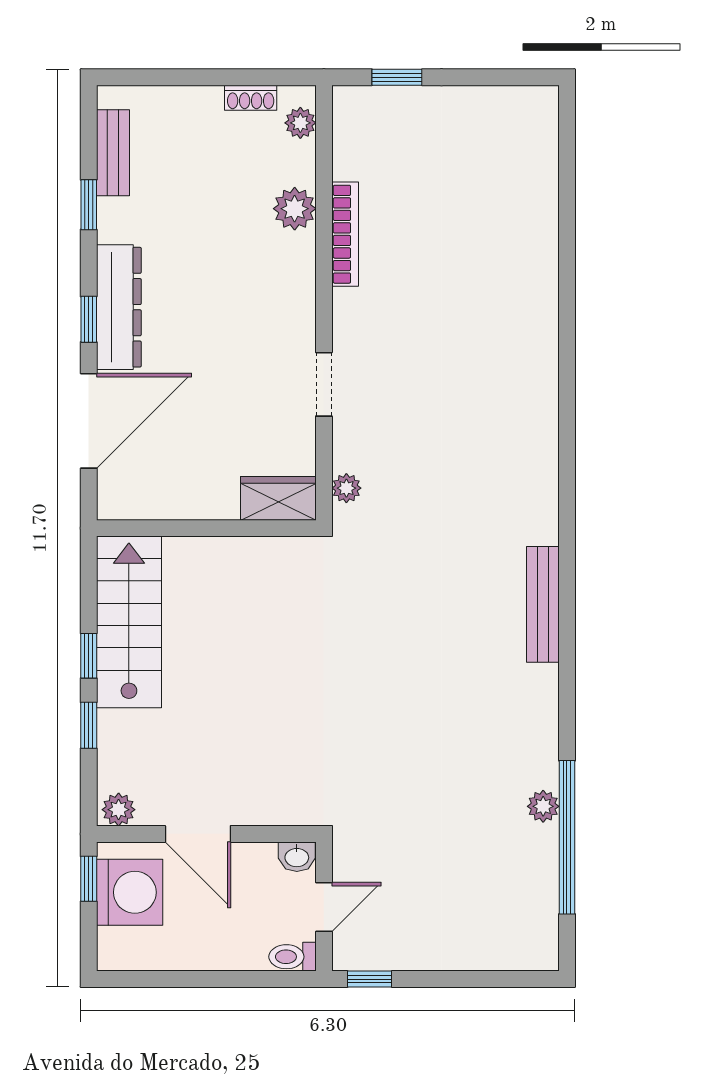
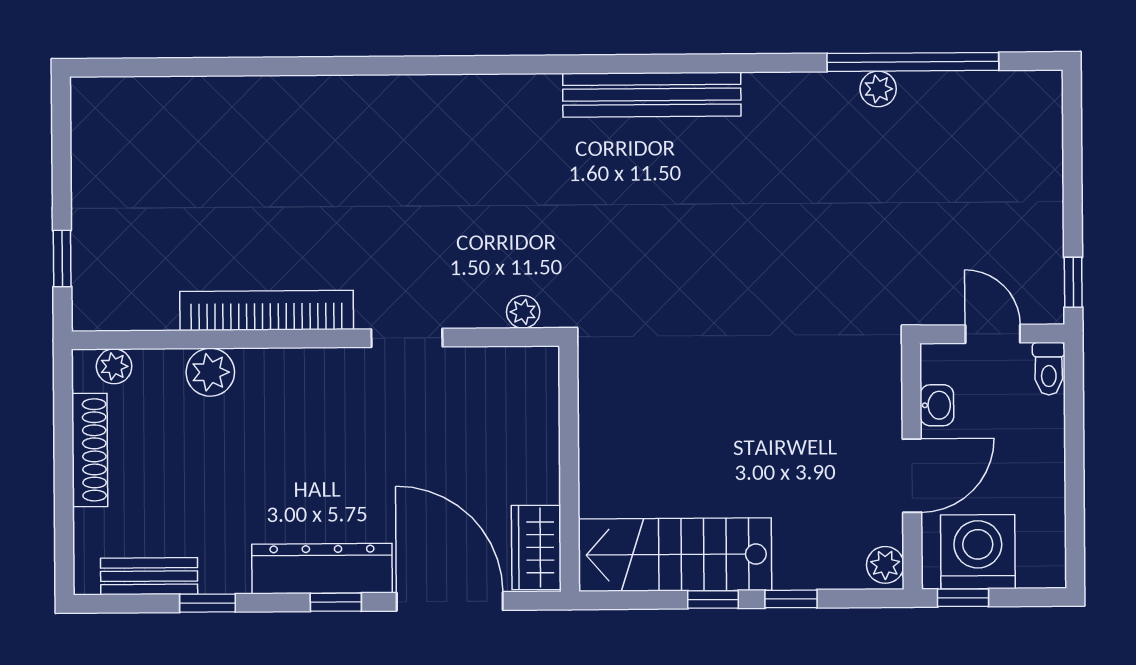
shoe rack: (251, 98) -> (90, 450), width x1.94, depth x1.24
bookcase: (345, 234) -> (267, 310), width x1.48, depth x1.31
wardrobe: (278, 498) -> (536, 548), moved
bench: (543, 604) -> (652, 95), width x1.37, depth x1.21
washbasin: (297, 857) -> (937, 405), moved

